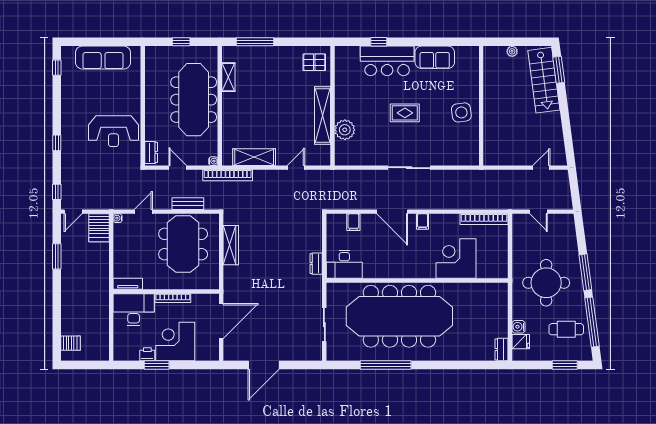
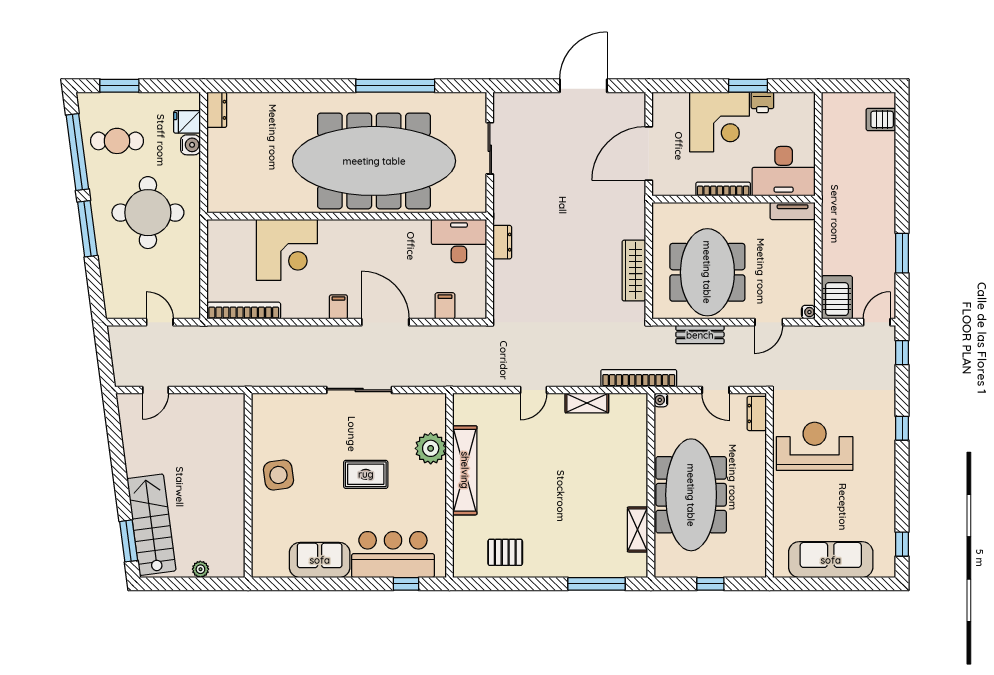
wall: (333, 106) -> (450, 485), moved
shelving: (323, 115) -> (465, 470), moved
plant: (345, 130) -> (431, 448), moved
shelving: (254, 157) -> (587, 403), width x0.67, depth x0.75

